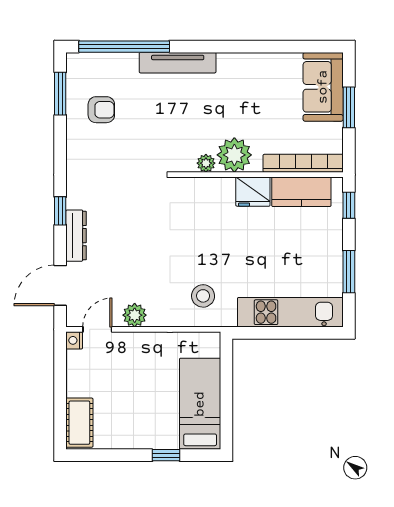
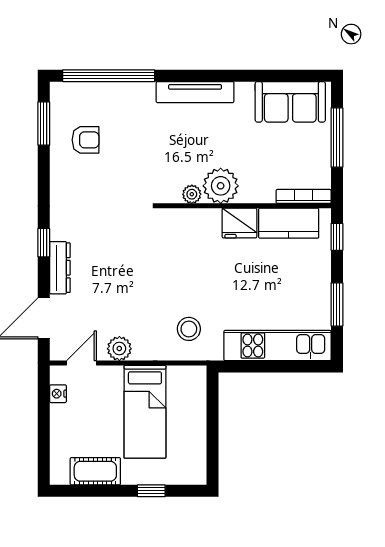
tv unit: (178, 63) -> (195, 92), moved
sofa: (323, 87) -> (290, 102), moved, turned -90
window: (349, 107) -> (337, 138), width x1.44
bookcase: (303, 163) -> (304, 196), width x0.68, depth x0.76
nightstand: (74, 340) -> (58, 394), moved
bed: (200, 404) -> (145, 412), moved, turned 180
cot: (79, 423) -> (95, 471), moved, turned 90

